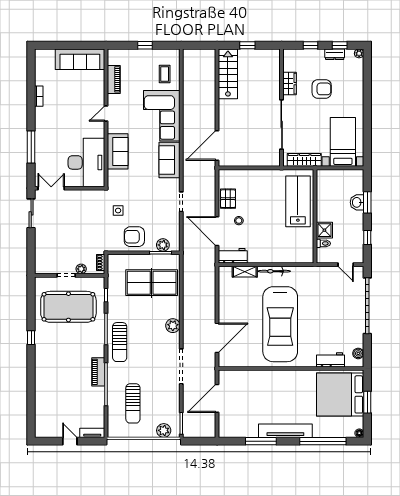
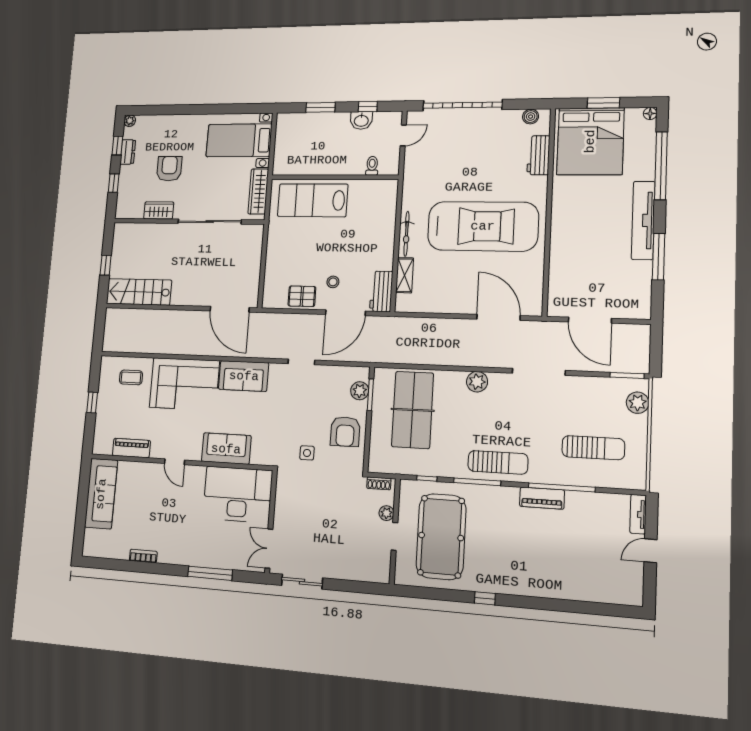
washbasin: (357, 202) -> (361, 120), moved
shower: (324, 230) -> (354, 164), removed

